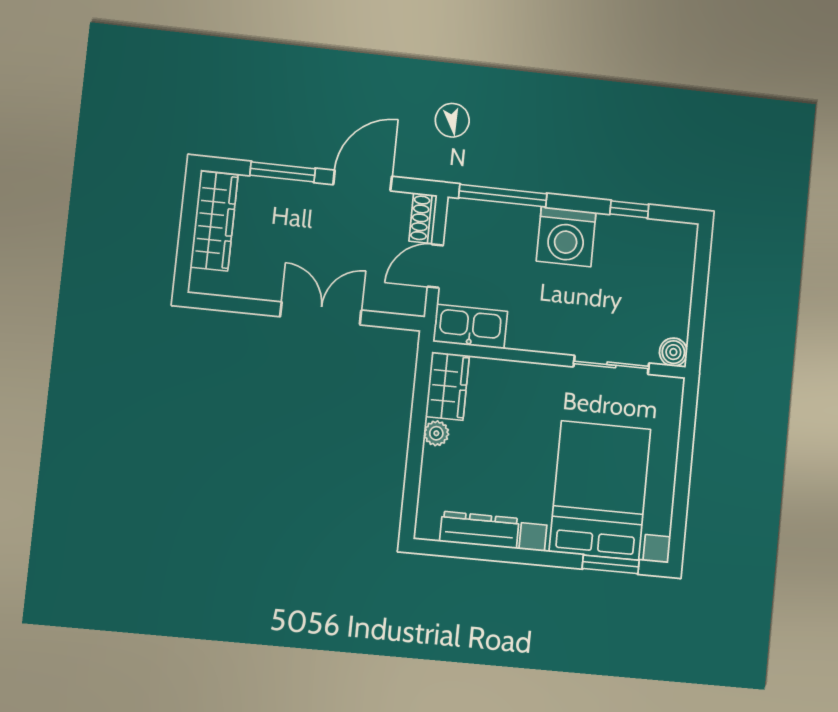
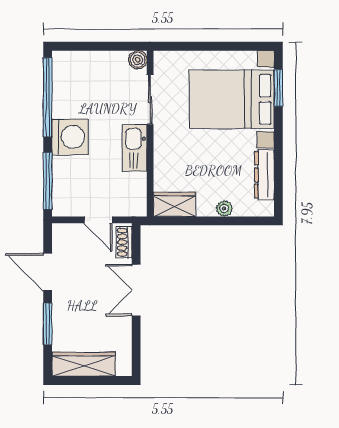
window: (629, 209) -> (48, 97), width x3.17
shoe rack: (423, 218) -> (124, 242), moved, turned 90
kitchen sink: (470, 327) -> (135, 148), moved
plant: (436, 433) -> (224, 208), moved

